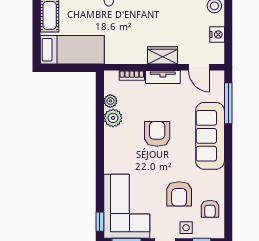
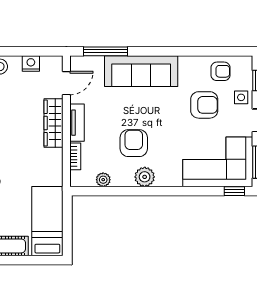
wardrobe: (162, 55) -> (54, 123), width x1.50
plant: (113, 118) -> (145, 177), moved
armchair: (157, 134) -> (134, 143), moved, turned 90

